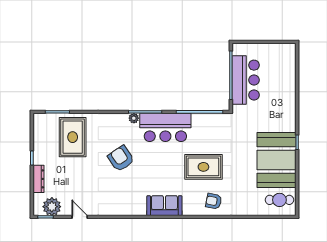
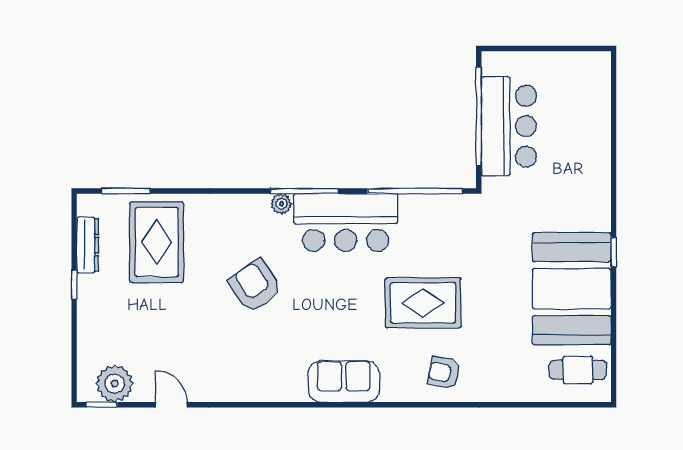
dresser: (39, 179) -> (88, 245), moved

